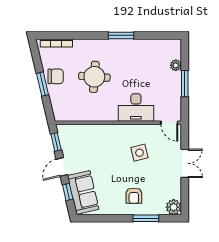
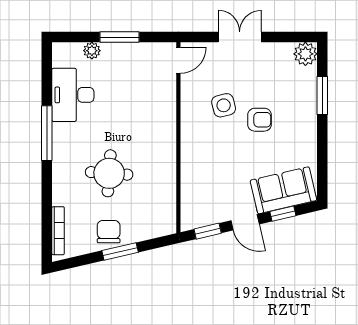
window: (121, 35) -> (47, 133), width x1.44
desk: (136, 108) -> (73, 95), moved, turned 180
armchair: (134, 196) -> (260, 120), moved

